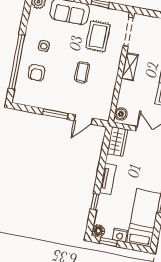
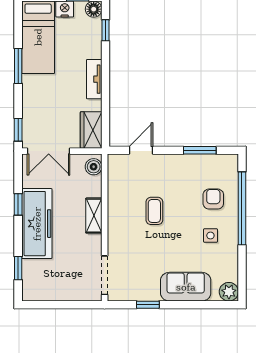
rug: (98, 36) -> (143, 262), removed
shelving: (130, 67) -> (94, 216), moved
window: (55, 114) -> (200, 150), moved
window: (95, 201) -> (105, 30), moved

